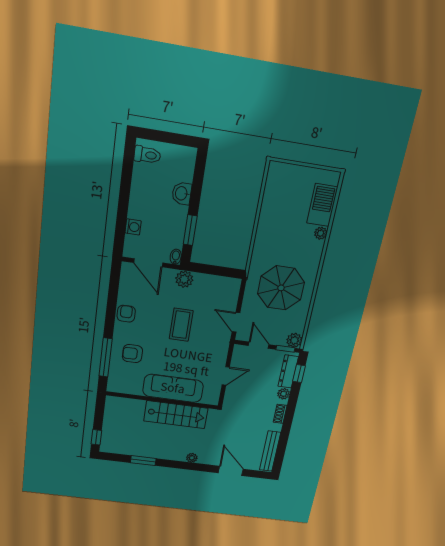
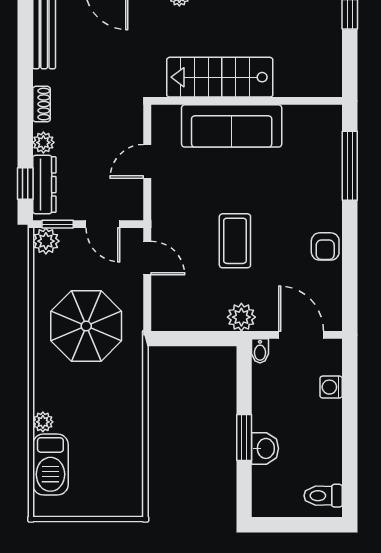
window: (190, 230) -> (244, 437), moved
armchair: (132, 354) -> (307, 179), removed

